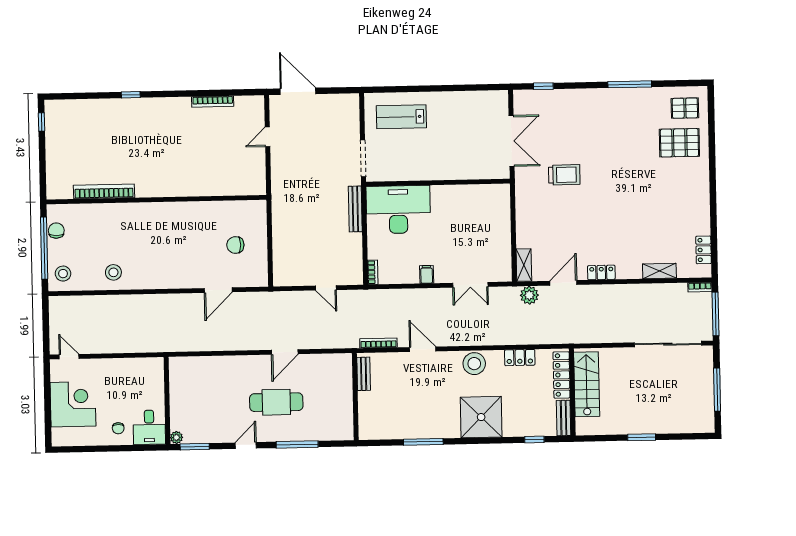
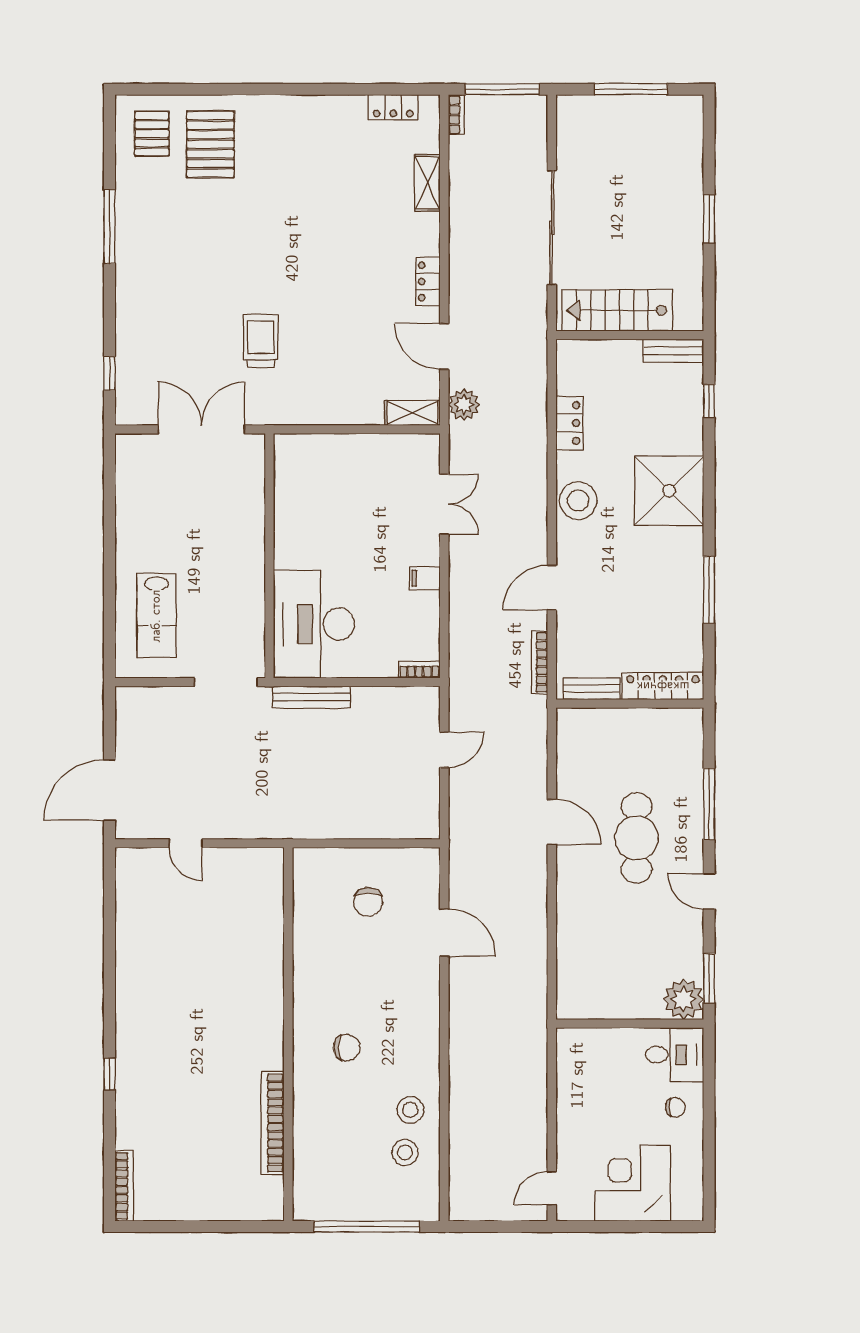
bookcase: (213, 102) -> (124, 1186), moved
window: (42, 122) -> (152, 1227), removed
chair: (56, 231) -> (347, 1048), moved, turned 180
stool: (63, 274) -> (405, 1152), moved
sliding door: (668, 344) -> (552, 228), moved
locker: (562, 375) -> (663, 686), moved, turned 180
plant: (176, 437) -> (683, 999), width x1.87, depth x1.87

